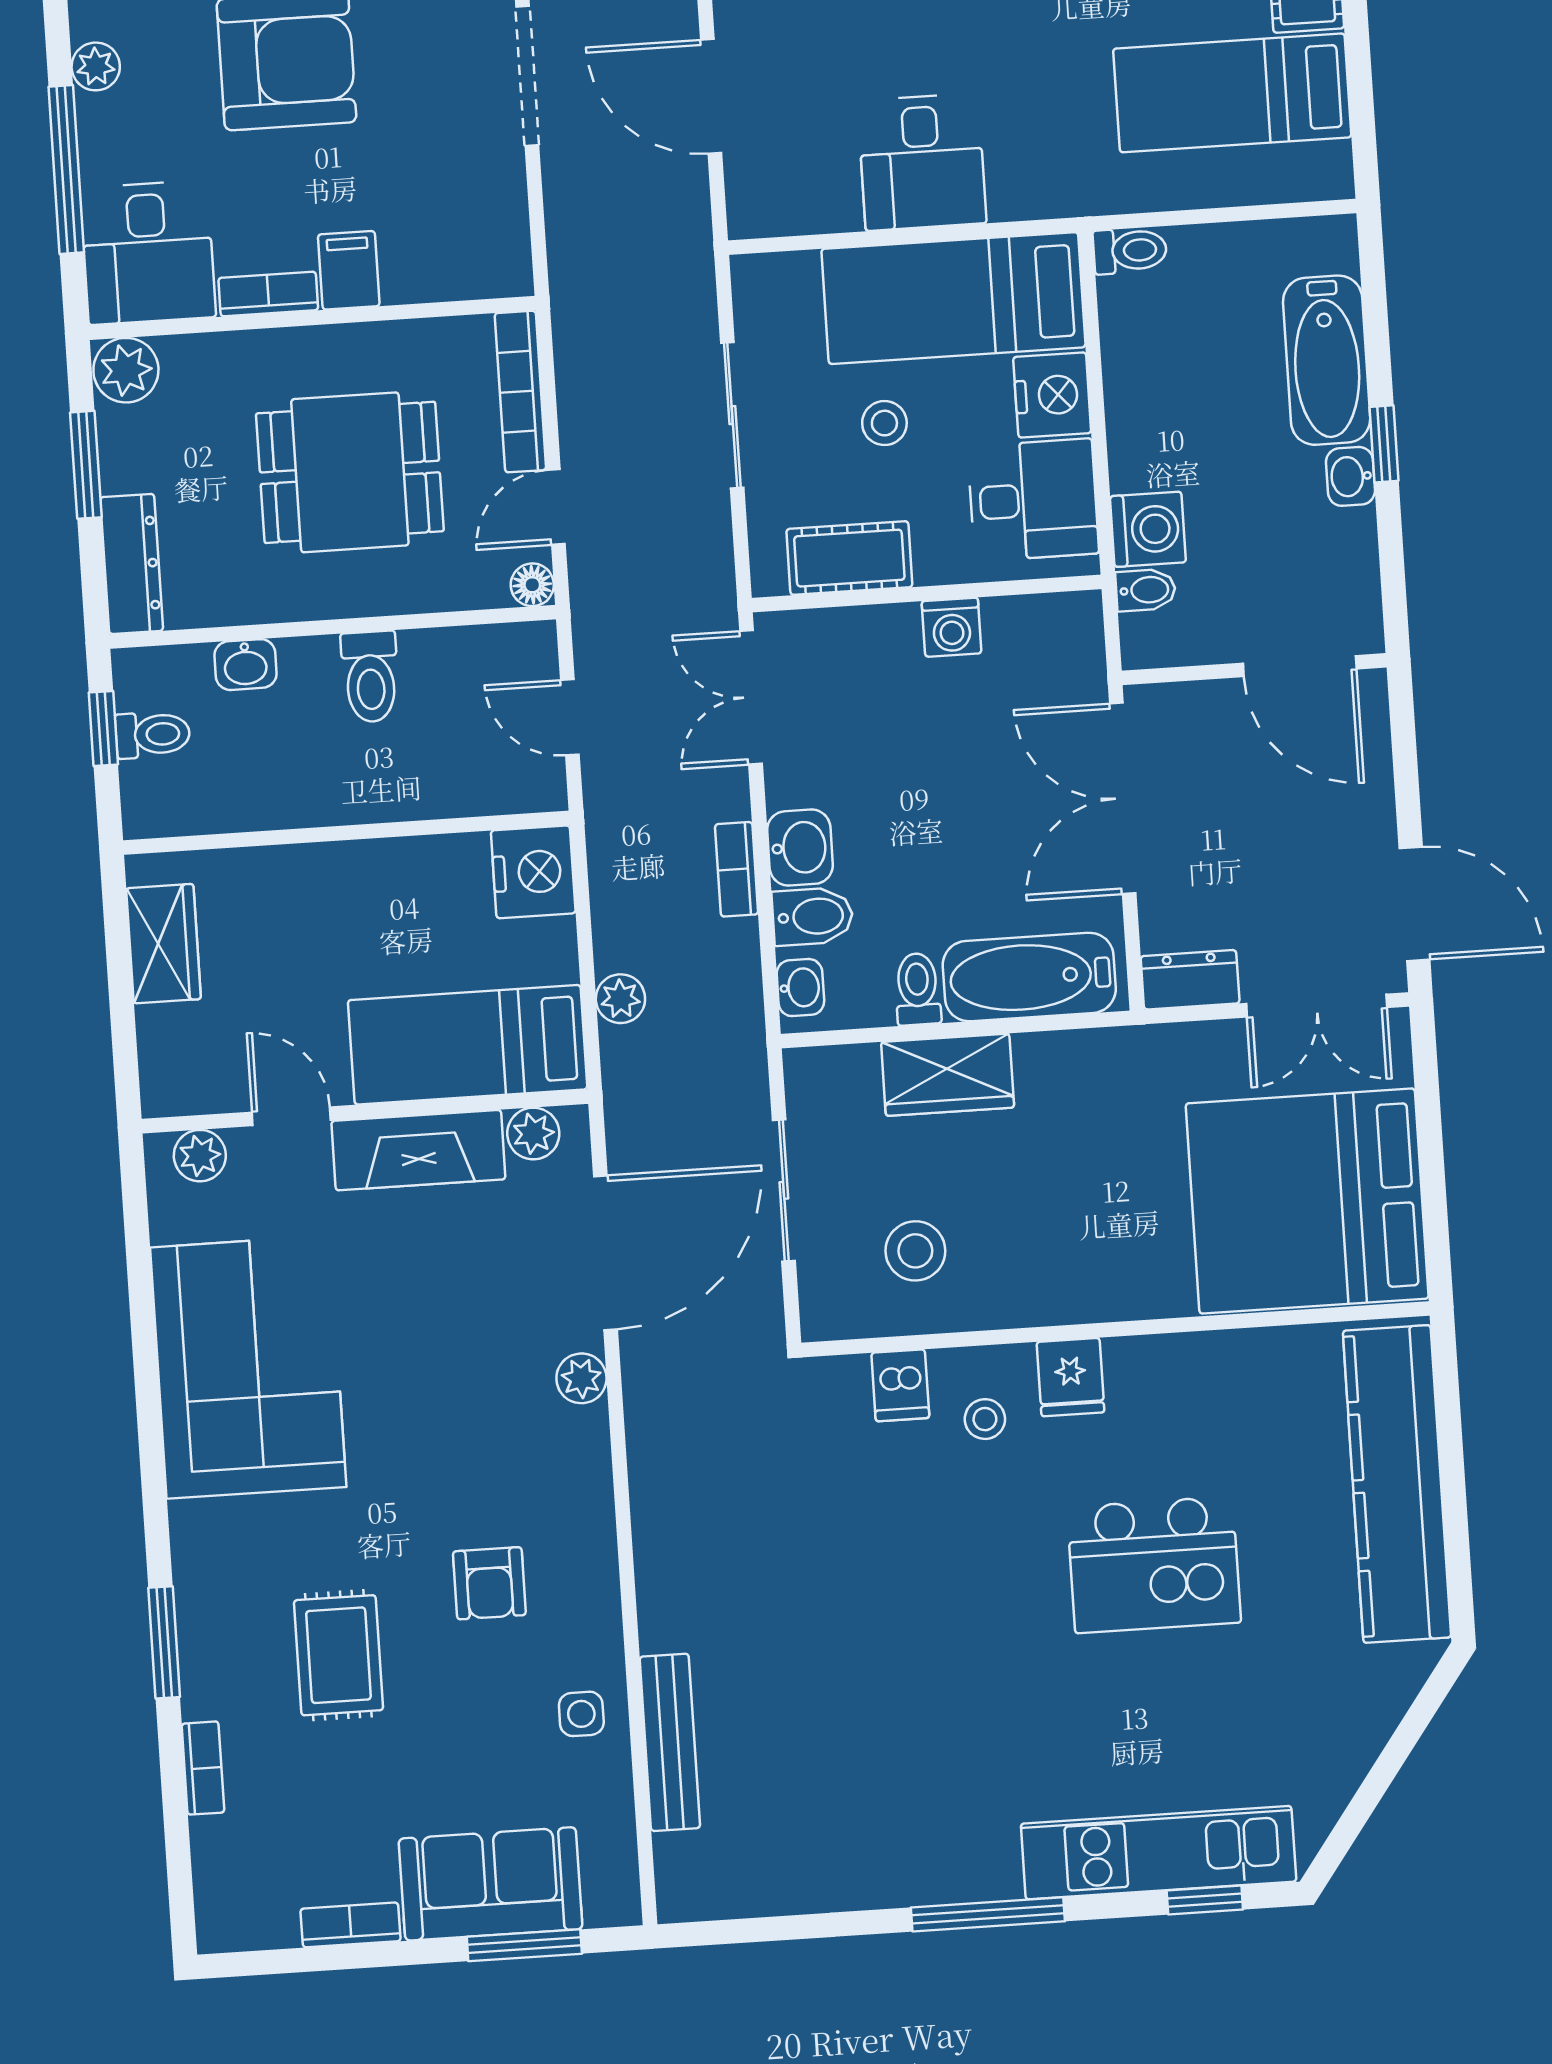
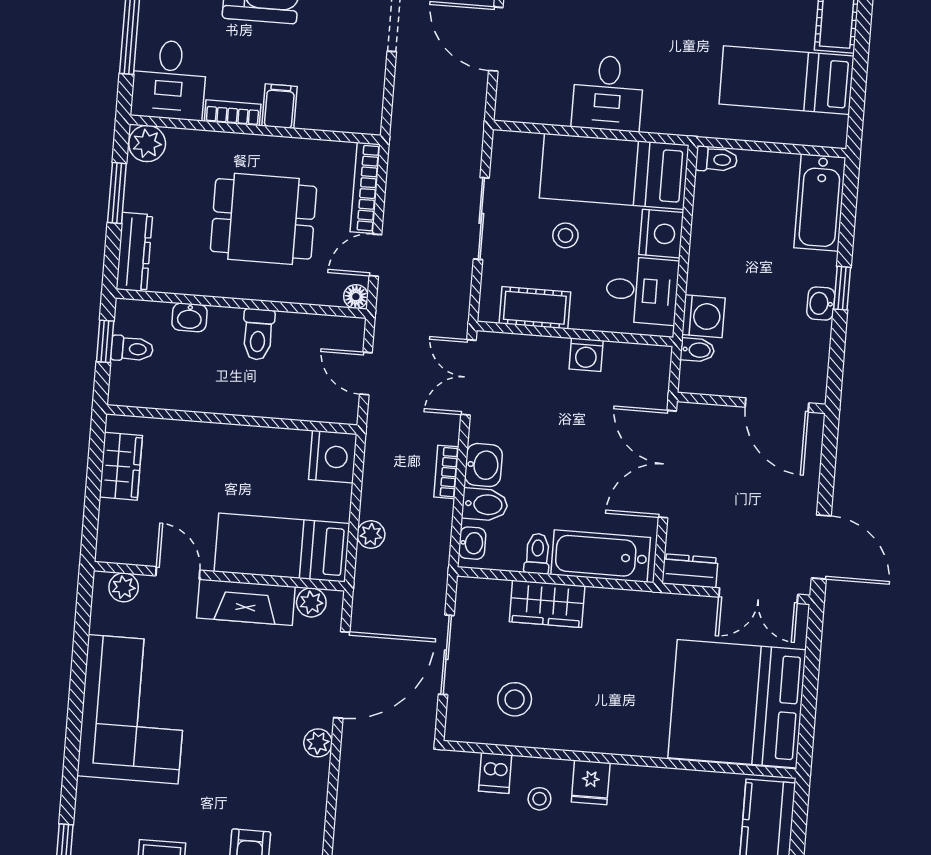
bathtub: (1327, 360) -> (820, 203), moved

